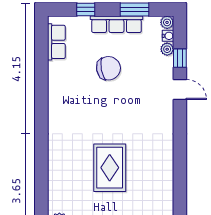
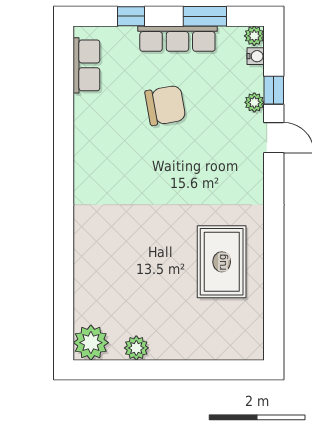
plant: (167, 49) -> (254, 102), moved
rug: (110, 168) -> (222, 262), moved

